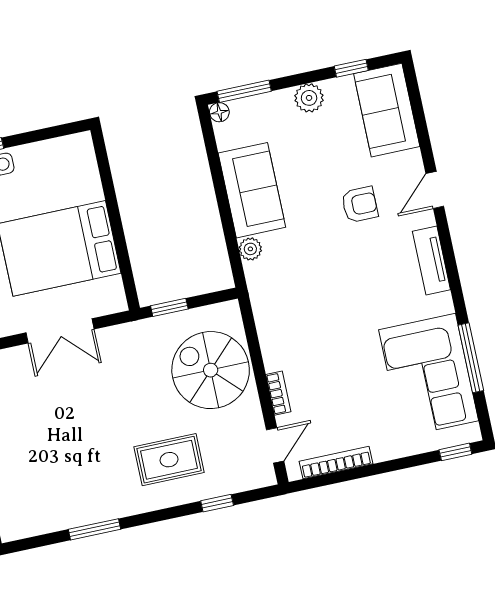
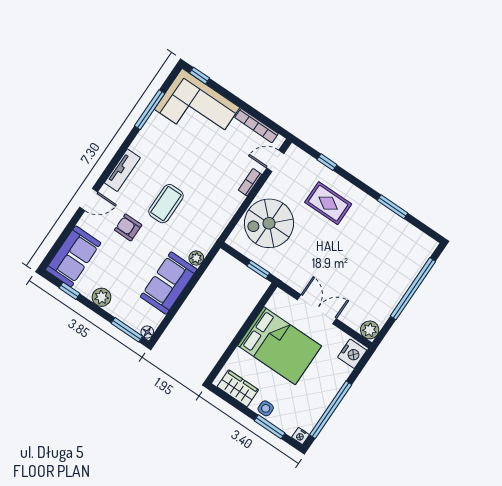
wardrobe: (56, 154) -> (238, 388), added
coffee table: (346, 274) -> (166, 204), added
spiral stairs: (211, 370) -> (269, 223), turned 90
corner sofa: (429, 375) -> (197, 108), moved, turned 90

